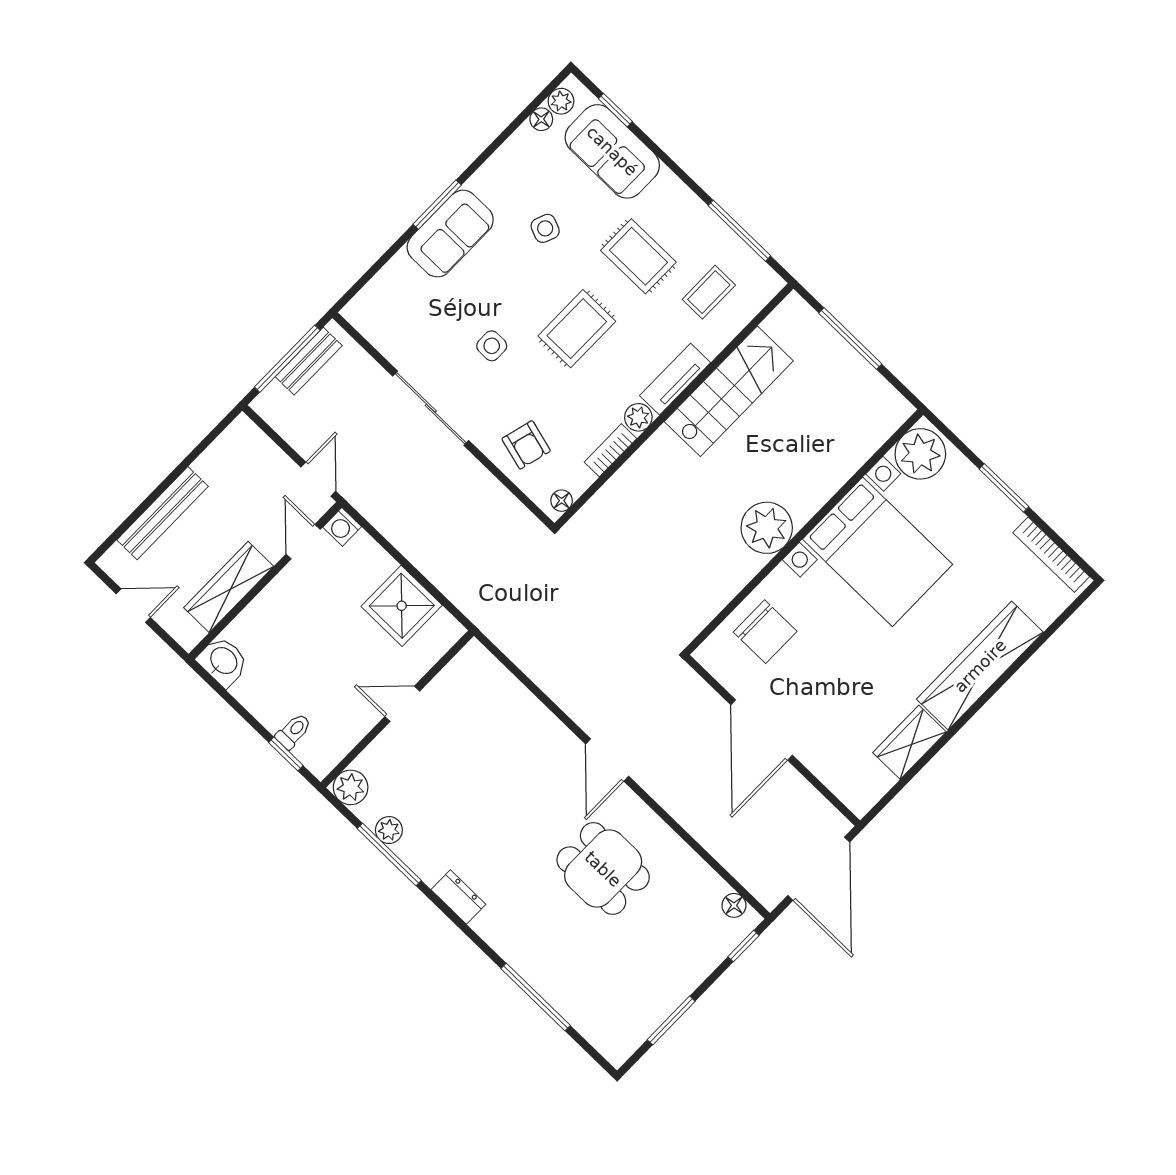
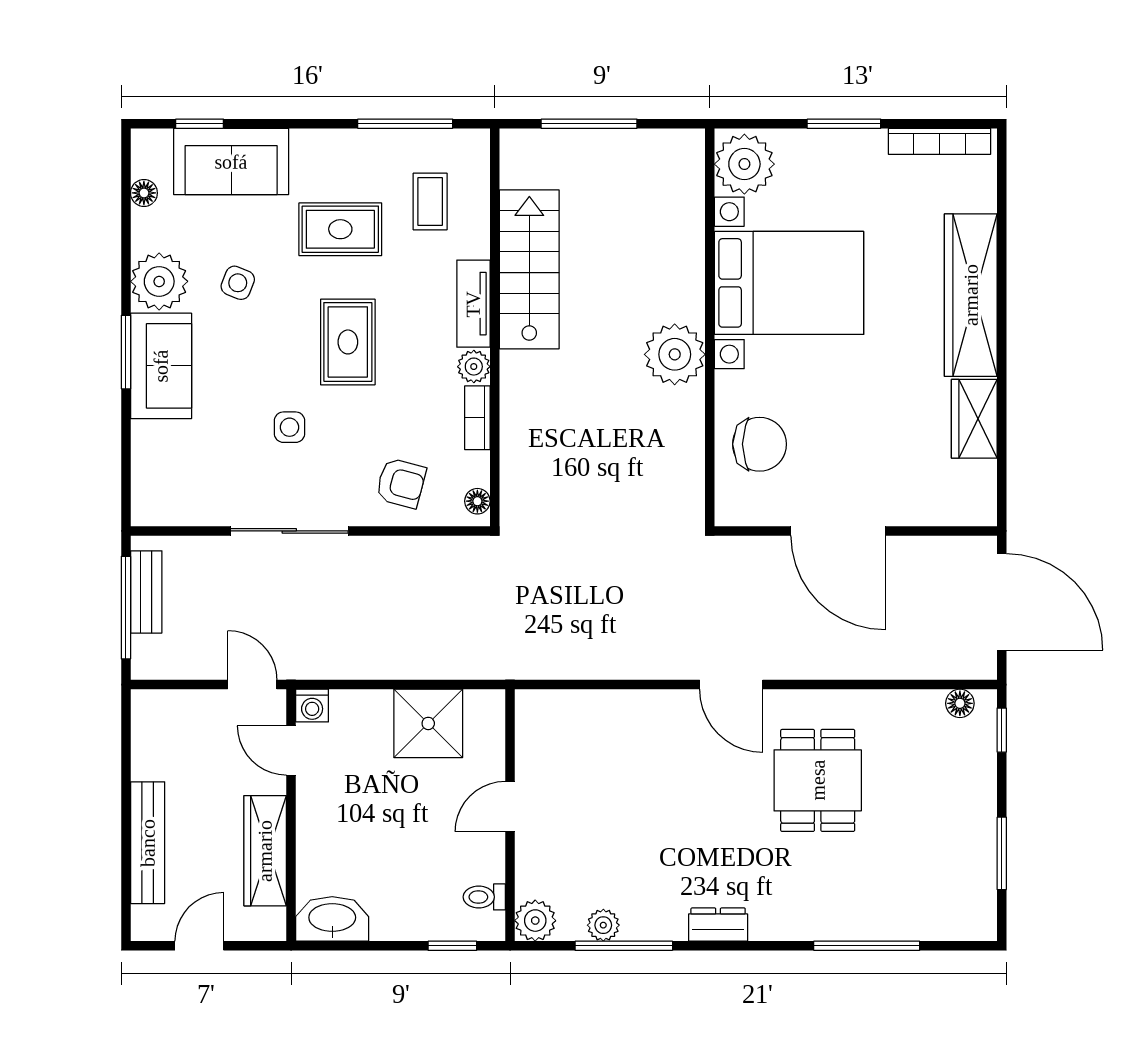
plant: (561, 101) -> (159, 281), moved, width x1.88, depth x1.88
washbasin: (223, 661) -> (332, 919), width x1.38
toilet: (293, 731) -> (484, 897), moved, turned -90
dining table: (603, 869) -> (818, 780), turned 90

